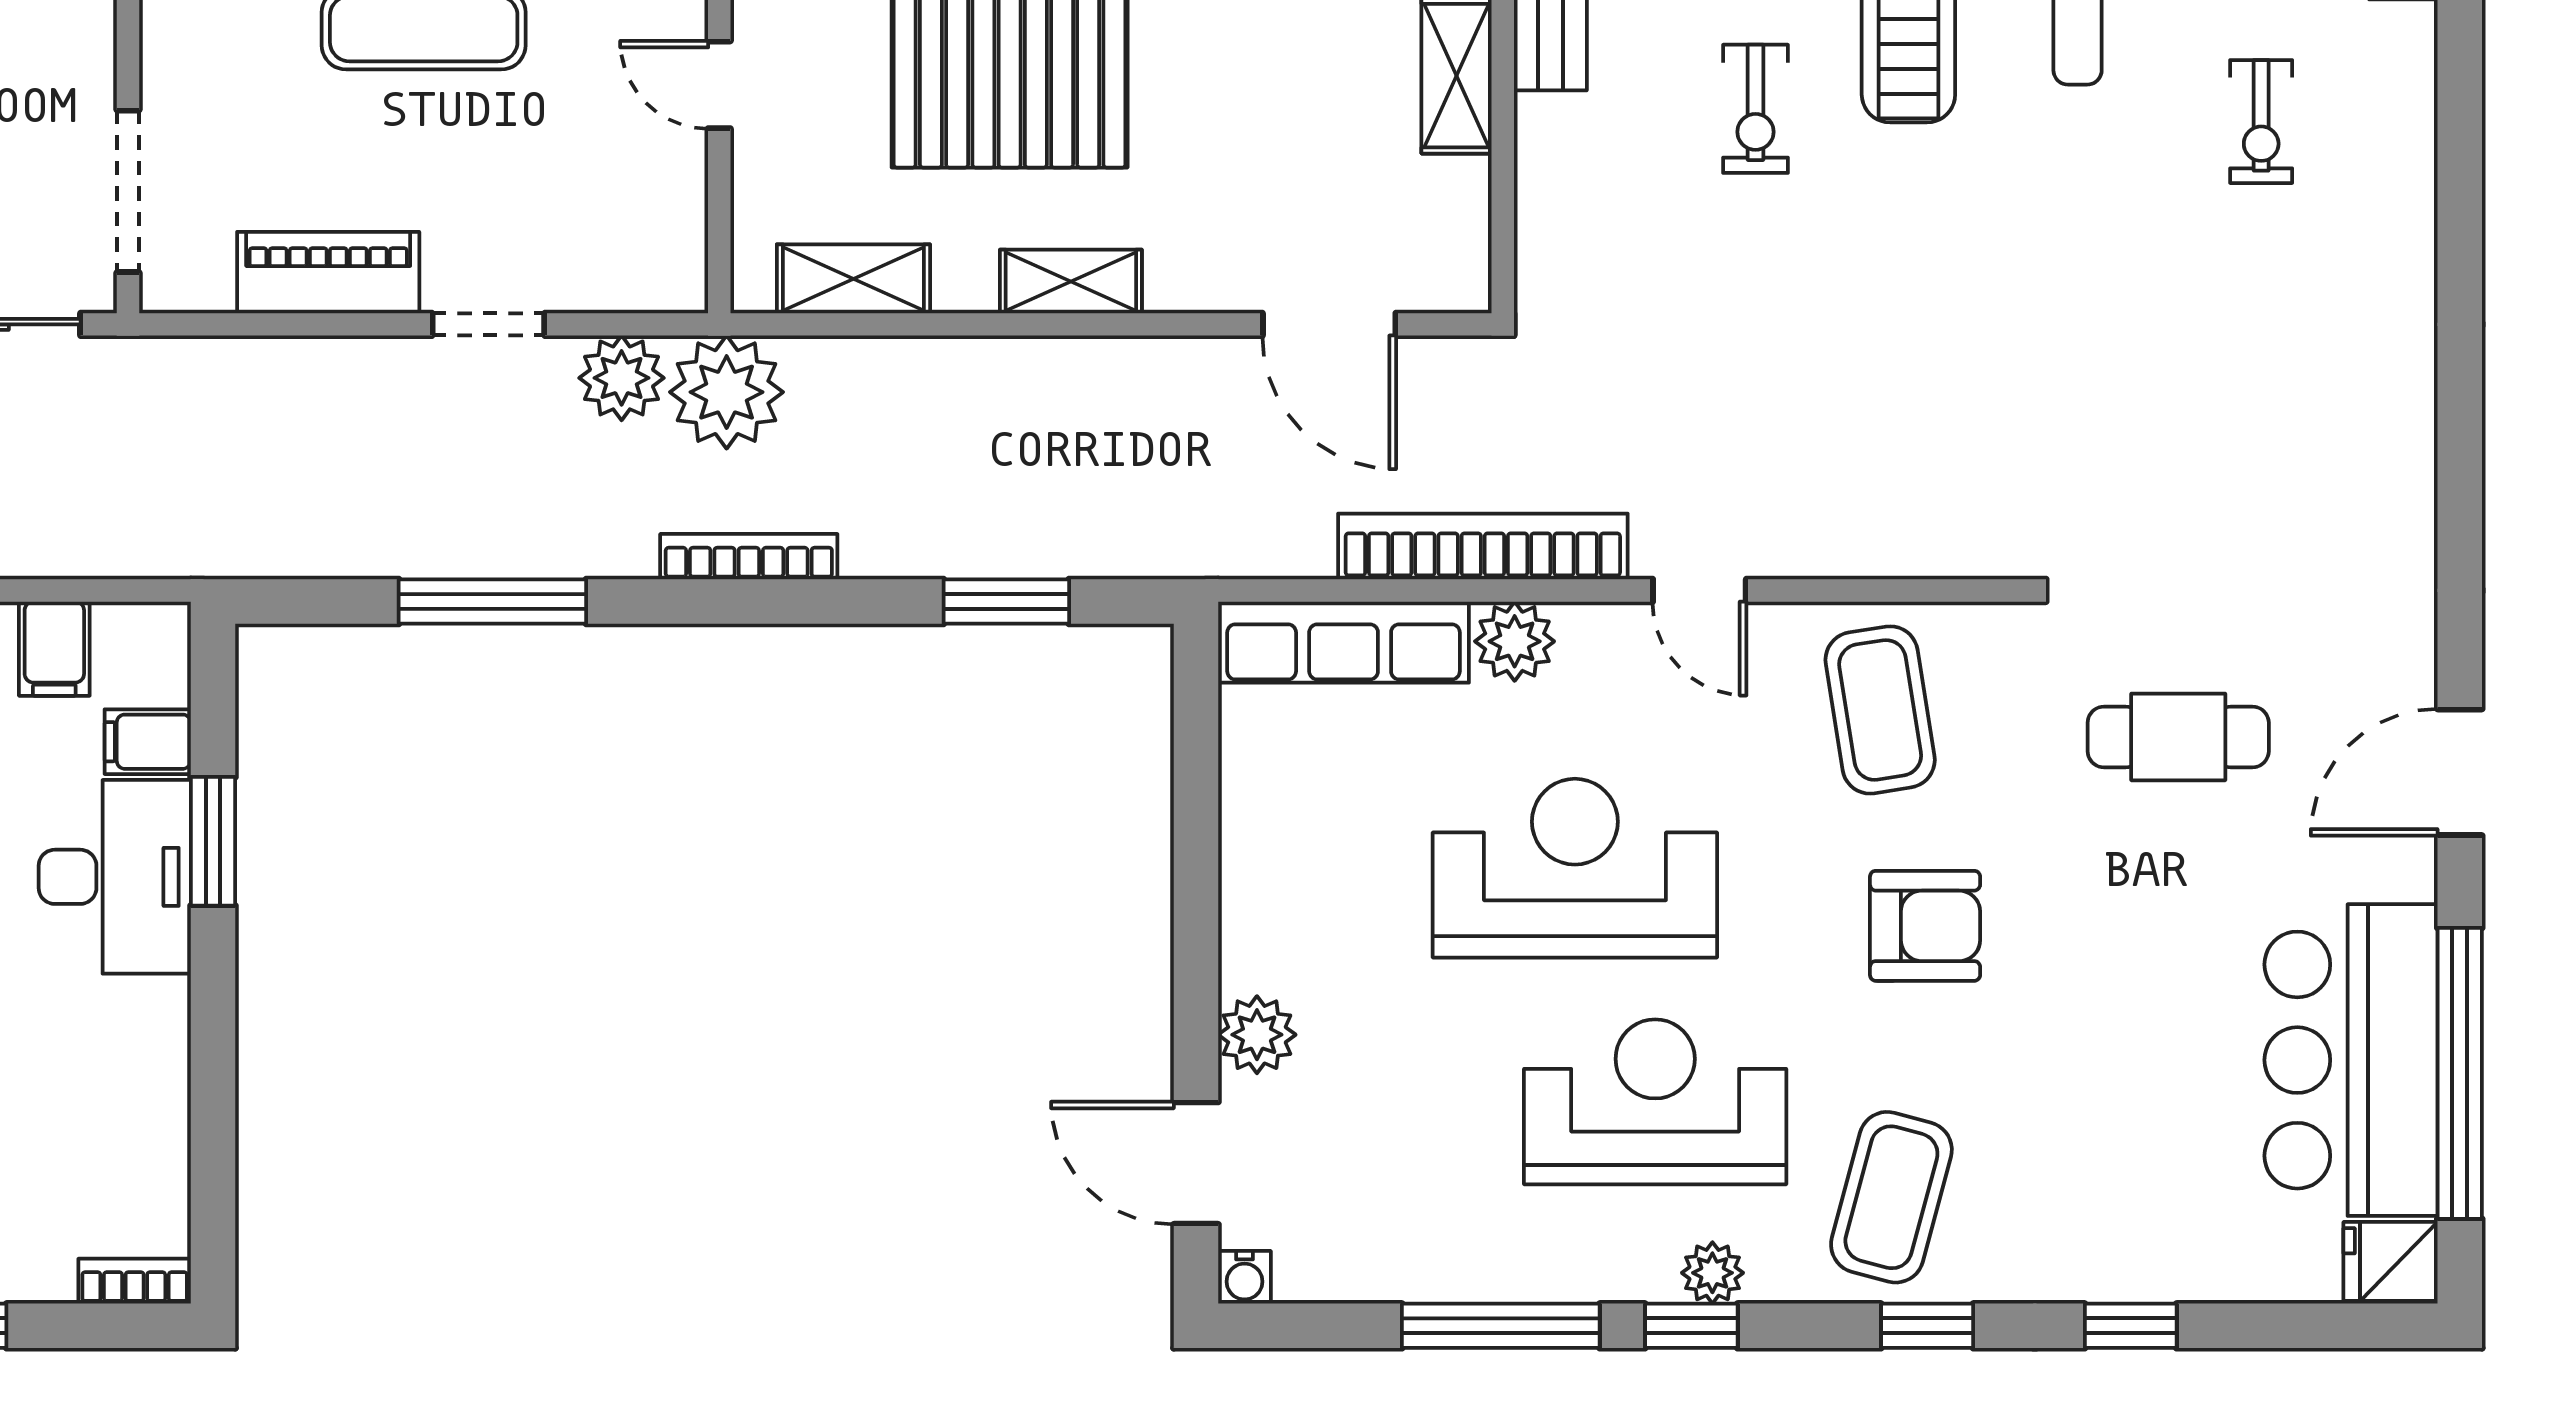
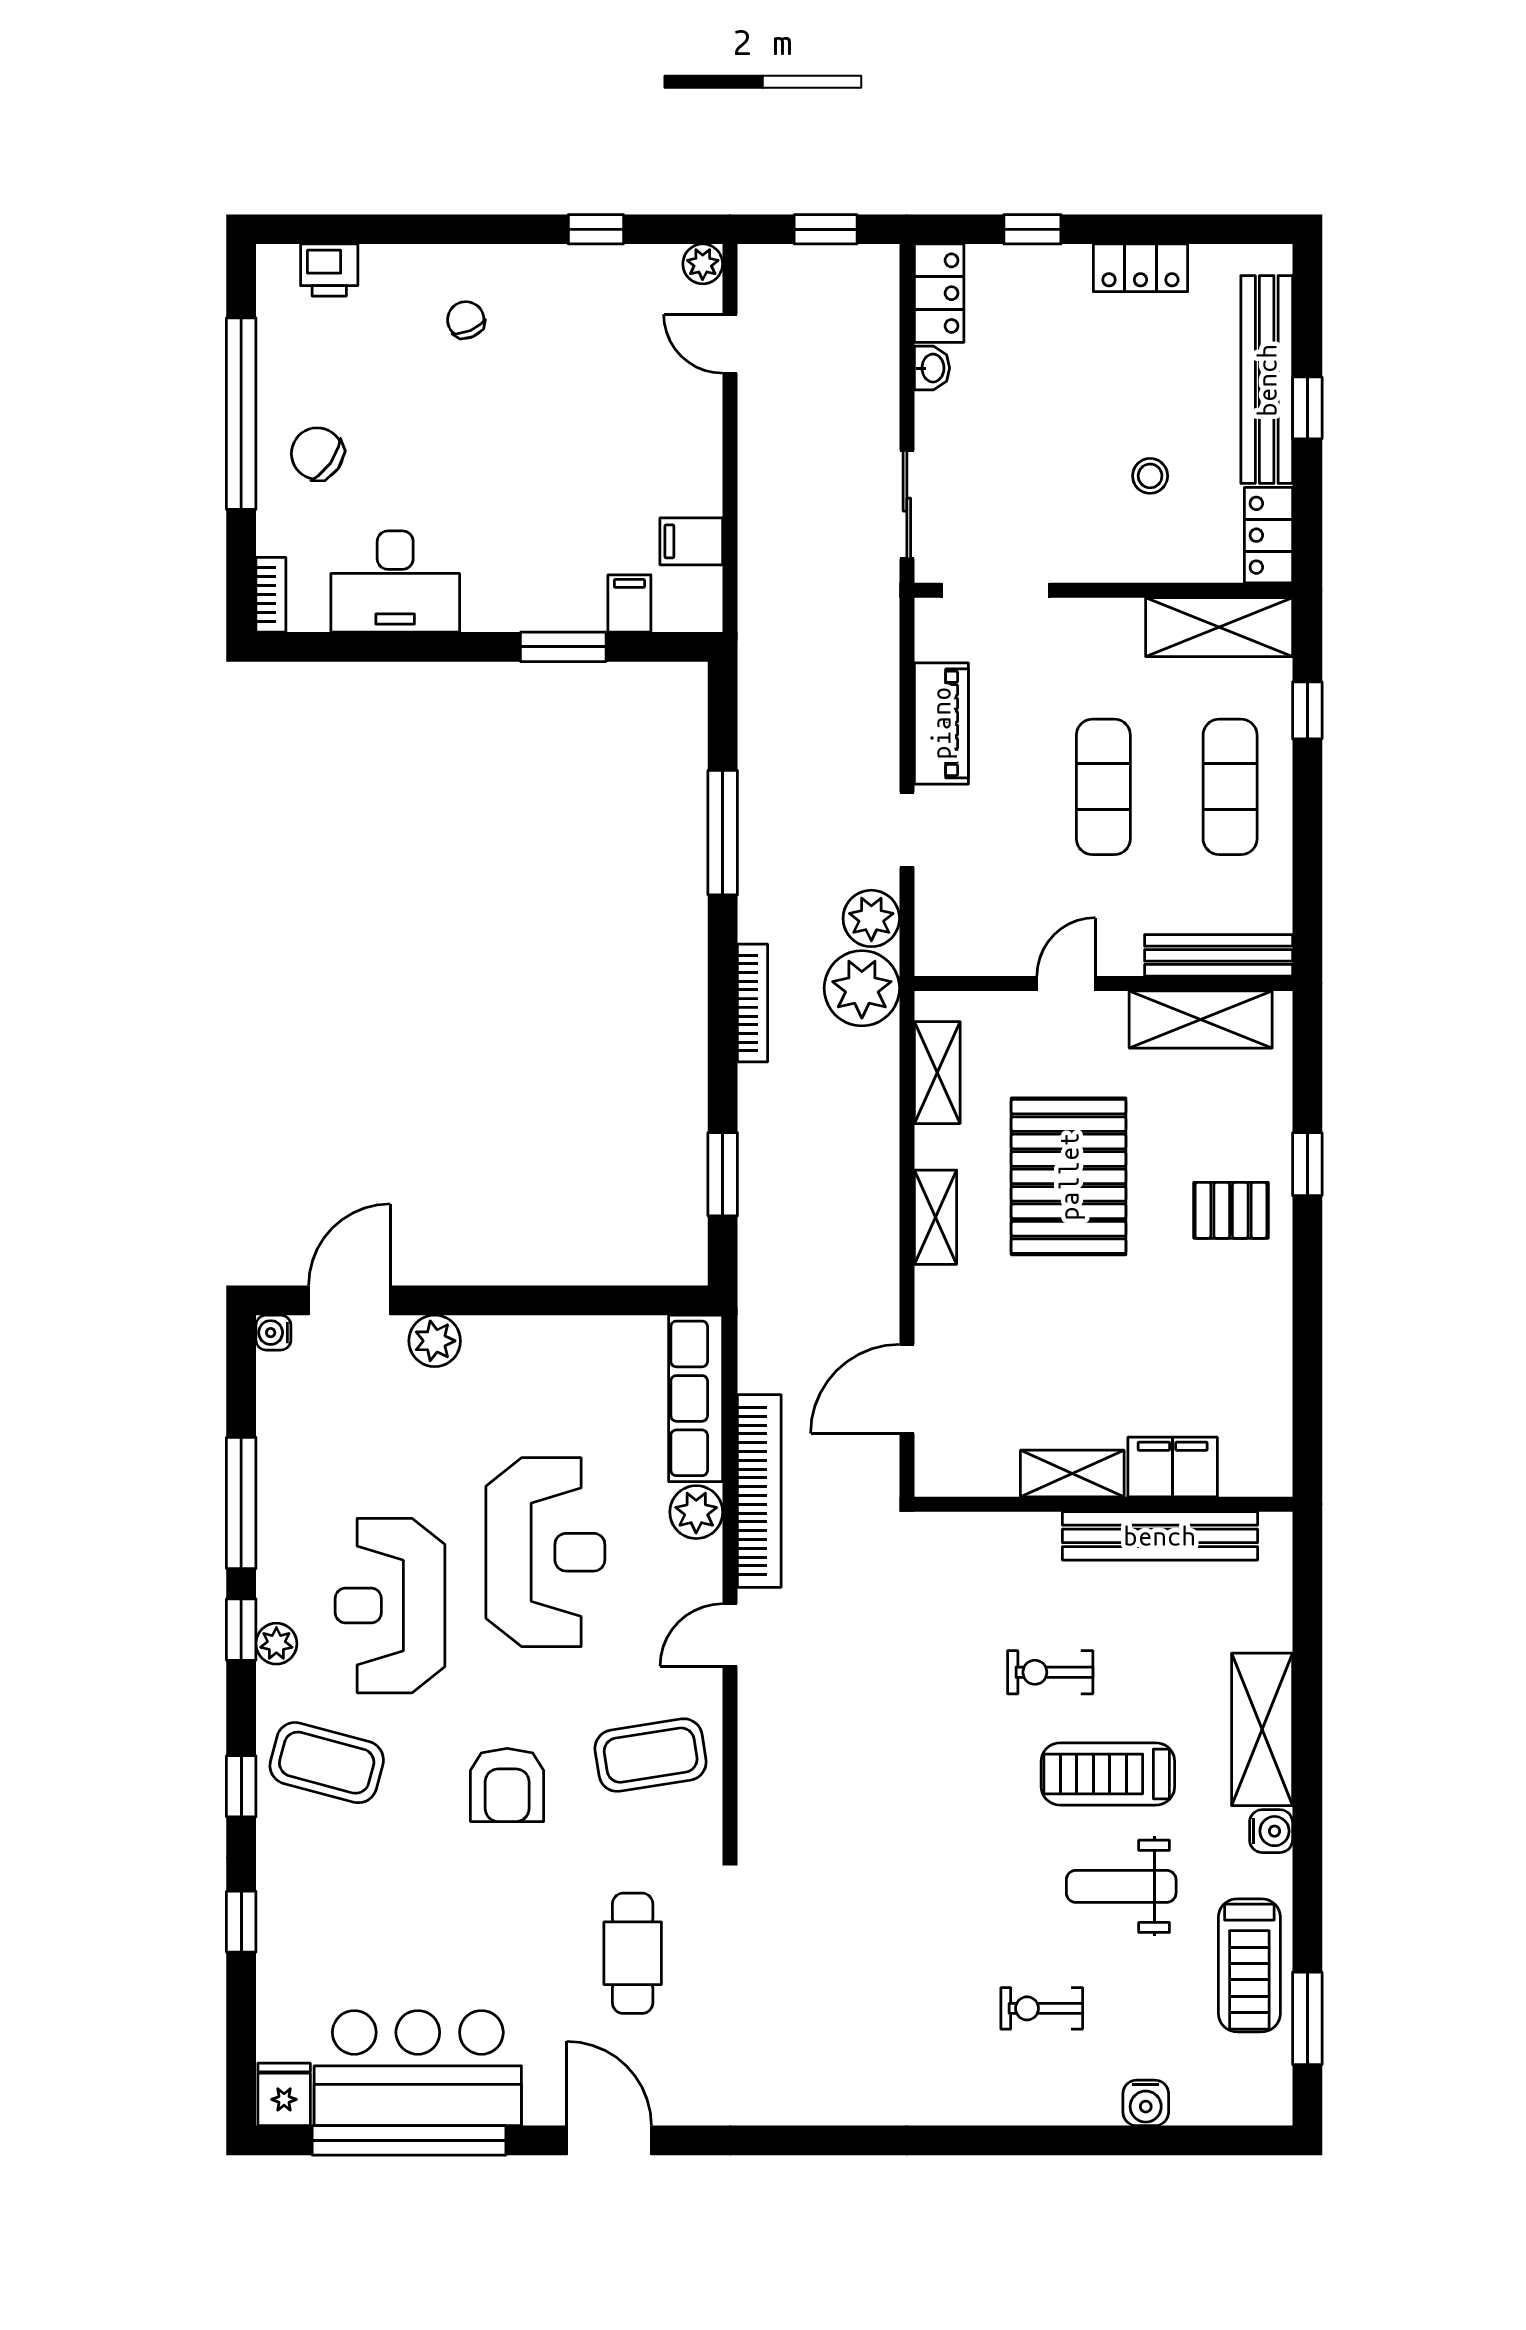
desk: (115, 877) -> (395, 582), moved
reception desk: (1655, 1102) -> (390, 1606), turned 180

